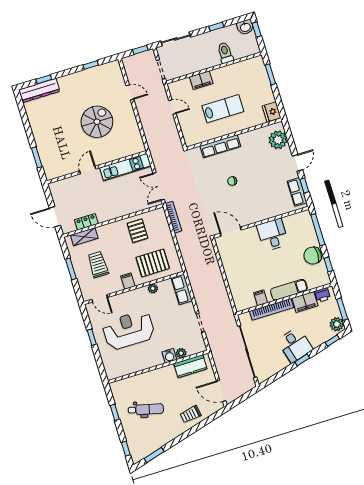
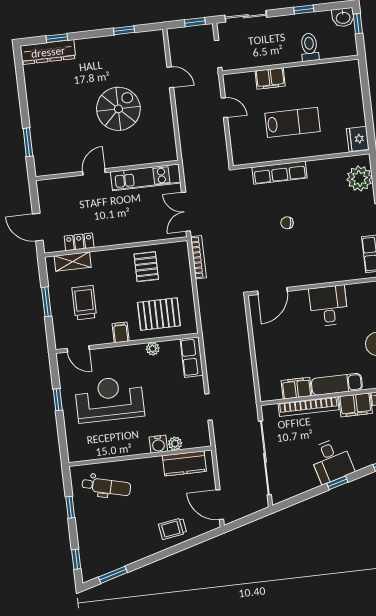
window: (270, 74) -> (365, 88), removed
door: (231, 232) -> (272, 291), swing flipped
filing cabinet: (261, 298) -> (296, 388), width x2.00
dental chair: (146, 409) -> (106, 487), moved

